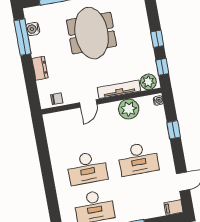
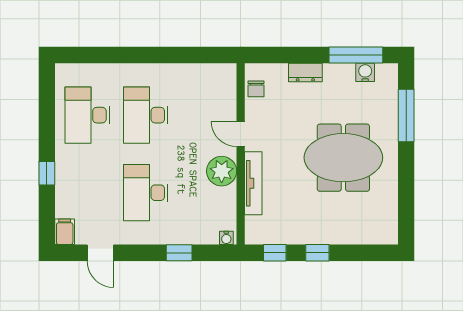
plant: (148, 82) -> (256, 228), removed
plant: (129, 109) -> (222, 171), moved

